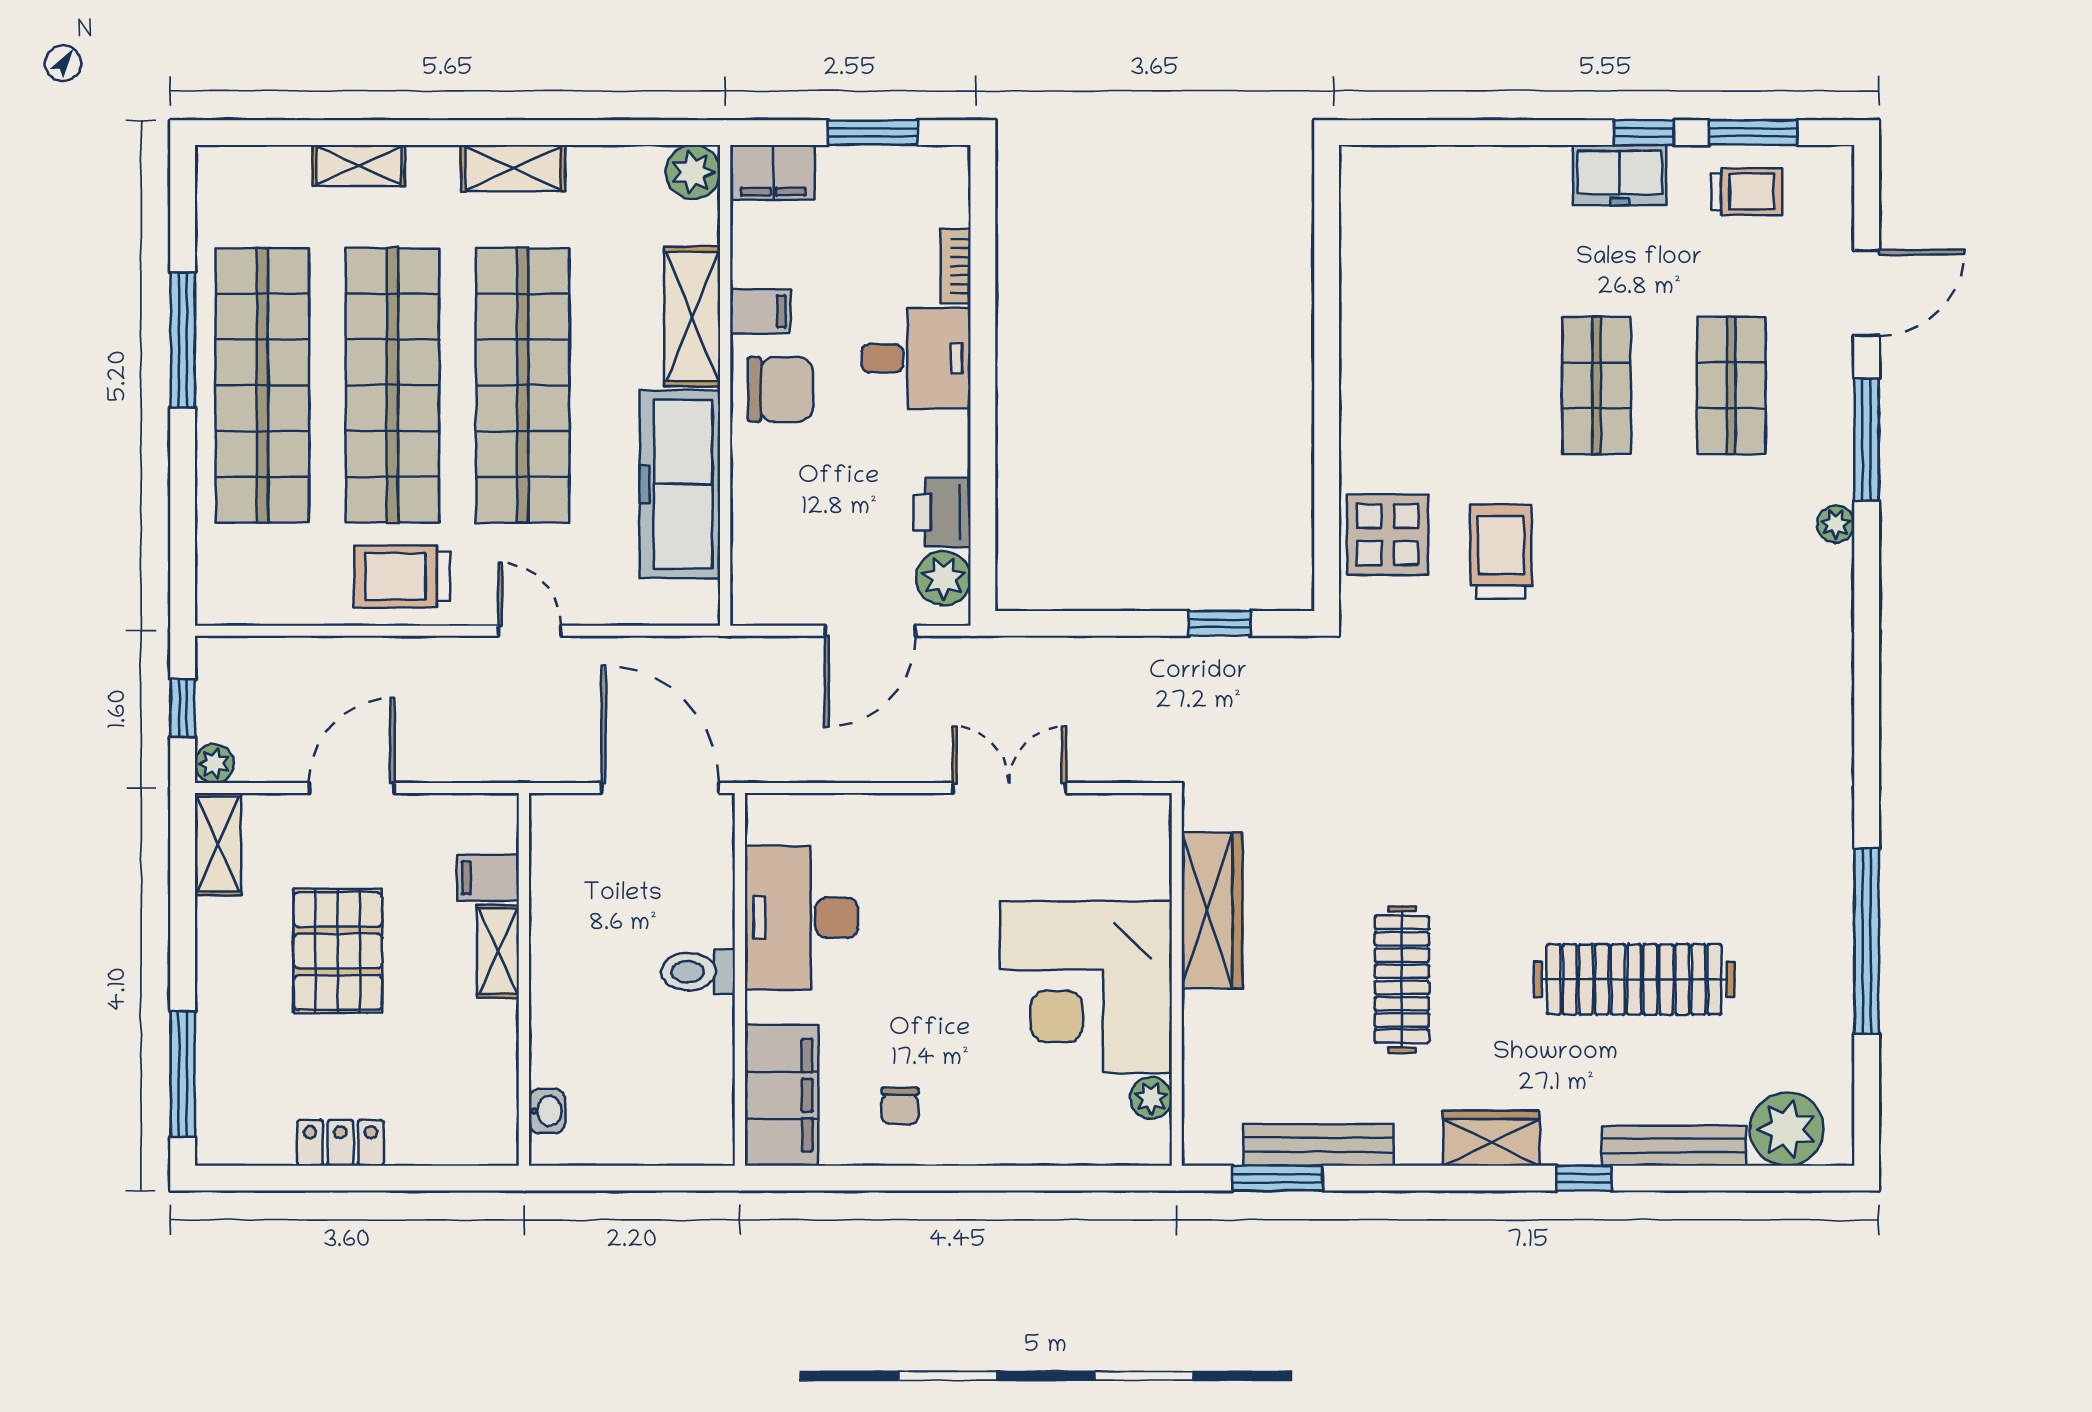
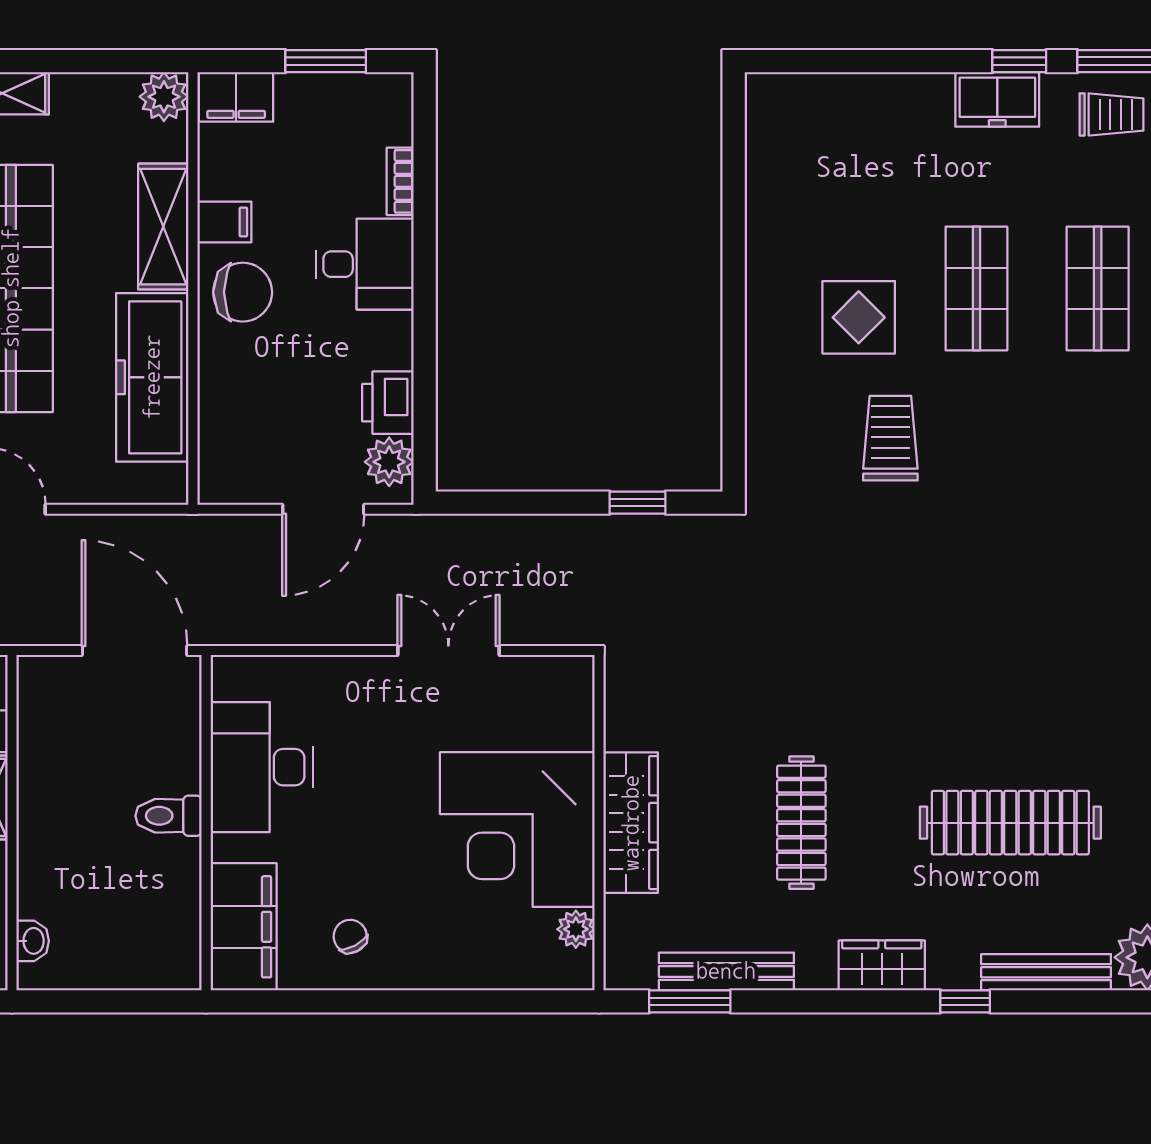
display table: (1388, 535) -> (859, 317), moved
wardrobe: (1212, 910) -> (631, 823), moved
chair: (900, 1106) -> (350, 936), turned 152

